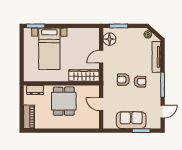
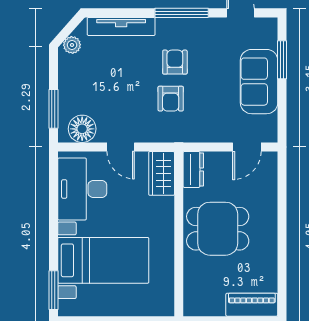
desk: (82, 39) -> (82, 189), added
wardrobe: (84, 75) -> (162, 173), width x0.67
dresser: (35, 90) -> (193, 169), moved
door: (101, 104) -> (247, 147), moved

